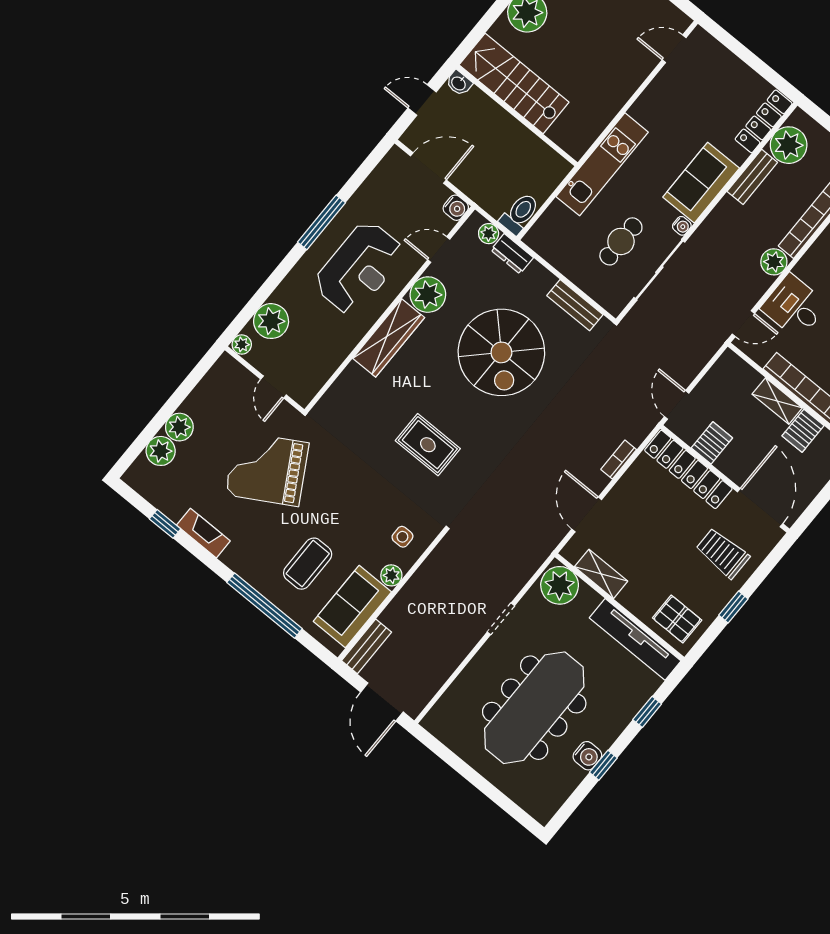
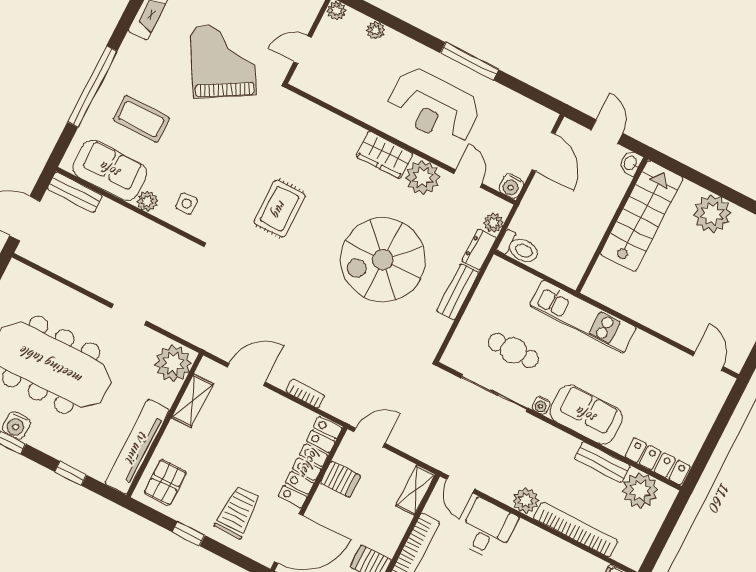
bench: (575, 305) -> (458, 292), moved
plant: (271, 321) -> (376, 30), width x0.53, depth x0.53
wardrobe: (389, 338) -> (384, 155), width x0.67
shelving: (777, 401) -> (416, 490), moved

